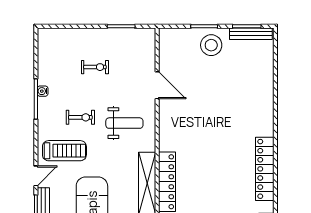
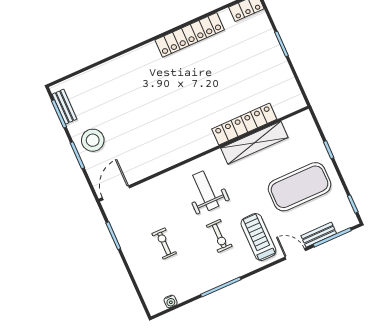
bench: (251, 34) -> (64, 107), width x0.73
door: (157, 85) -> (116, 193), moved
water cooler: (43, 91) -> (171, 301), moved
exercise bike: (80, 117) -> (219, 236), turned 180

